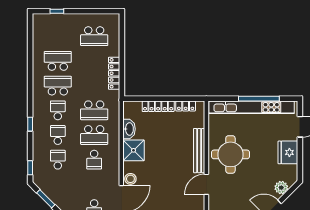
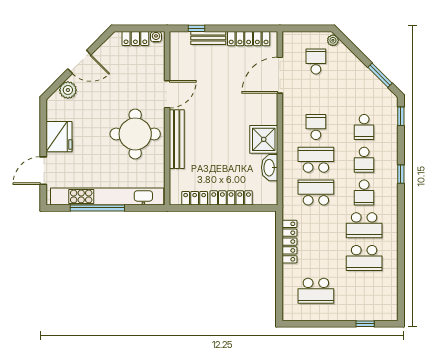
school desk: (94, 36) -> (316, 291), turned 180
stool: (130, 179) -> (268, 102), removed

